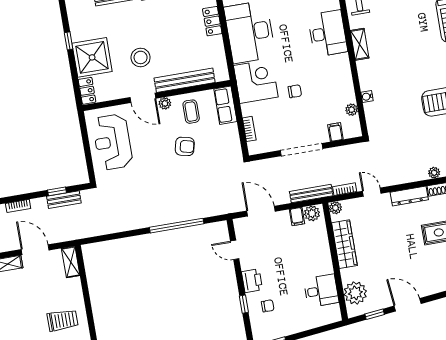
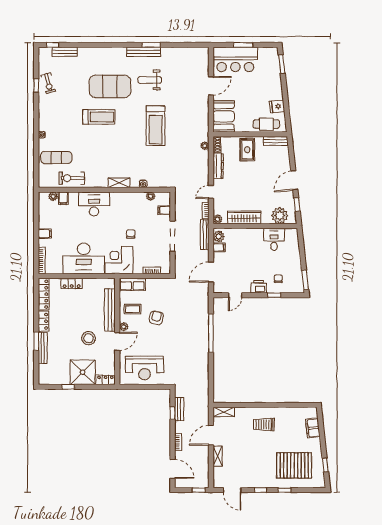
shelving: (360, 44) -> (119, 183), moved
trolley: (63, 320) -> (264, 425), turned -90

